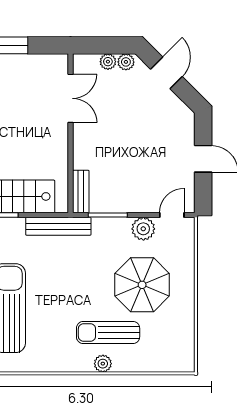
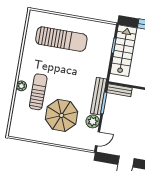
door: (172, 215) -> (98, 139), hinge flipped
bench: (58, 226) -> (98, 96), moved

